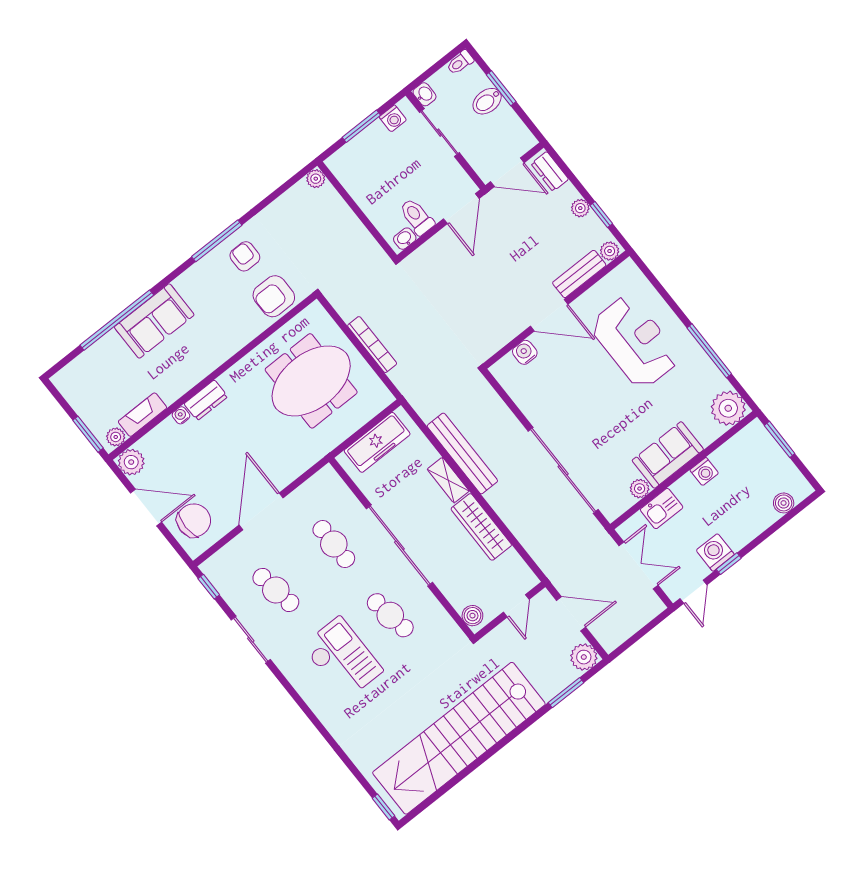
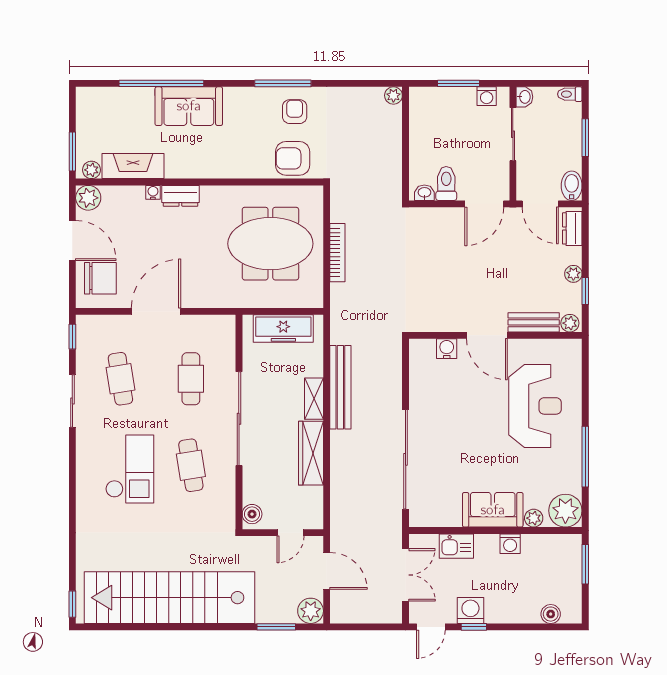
bidet: (487, 101) -> (572, 186), moved, turned 90
fireplace: (142, 415) -> (133, 166), width x1.37, depth x1.32
plant: (640, 489) -> (534, 518), moved

